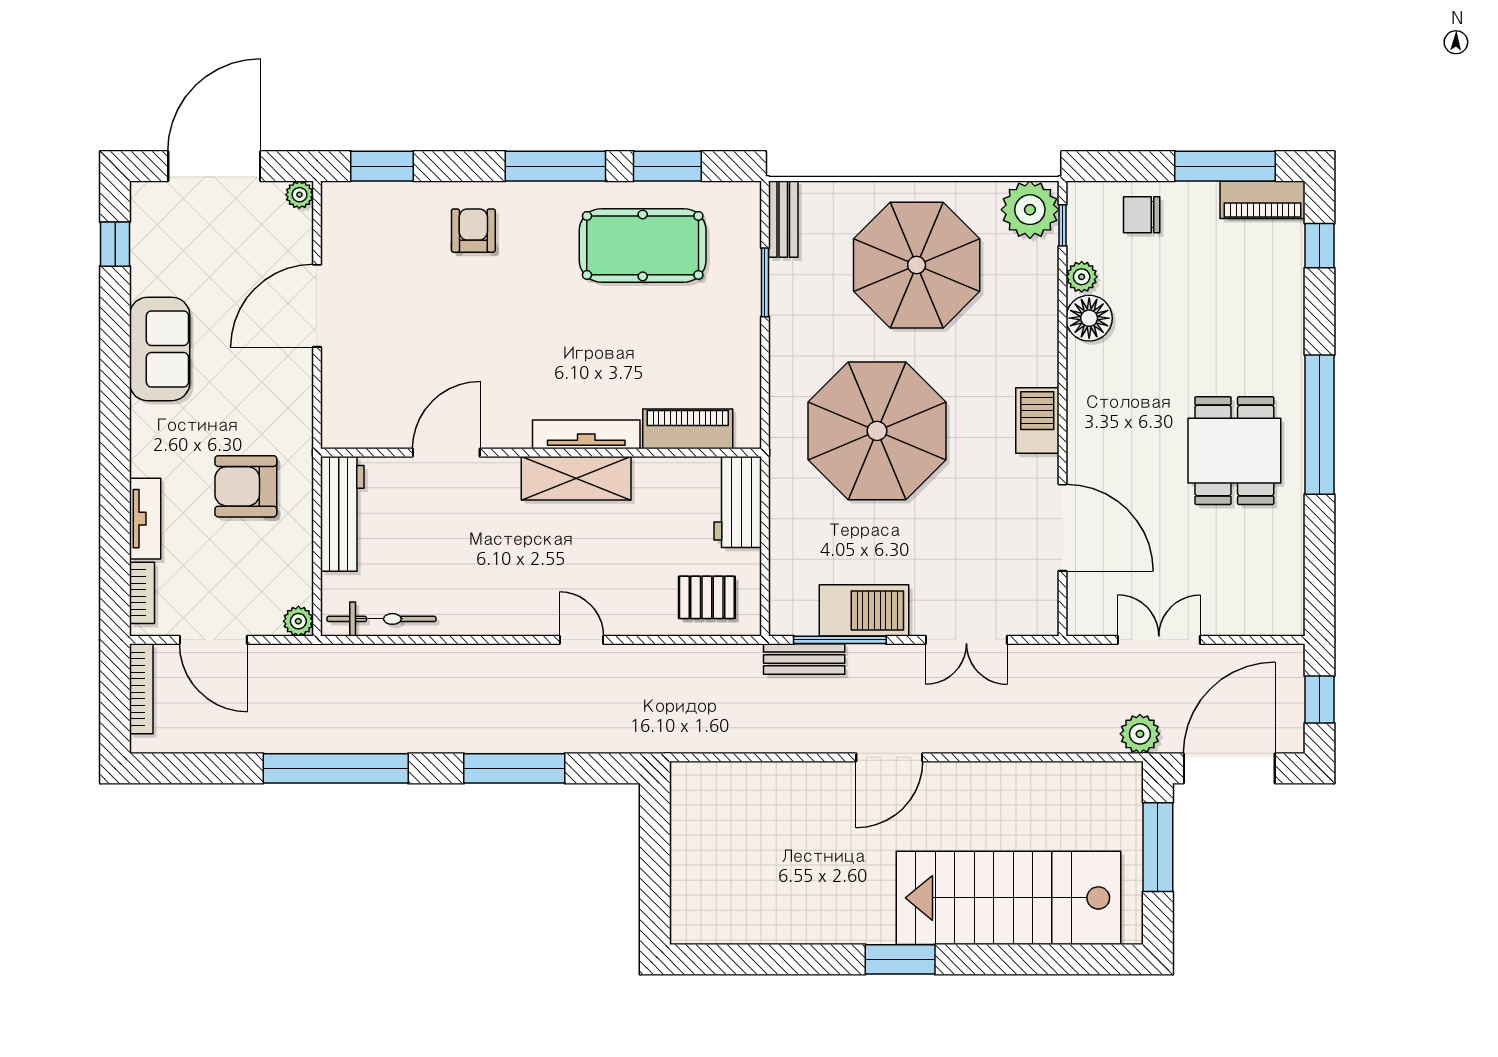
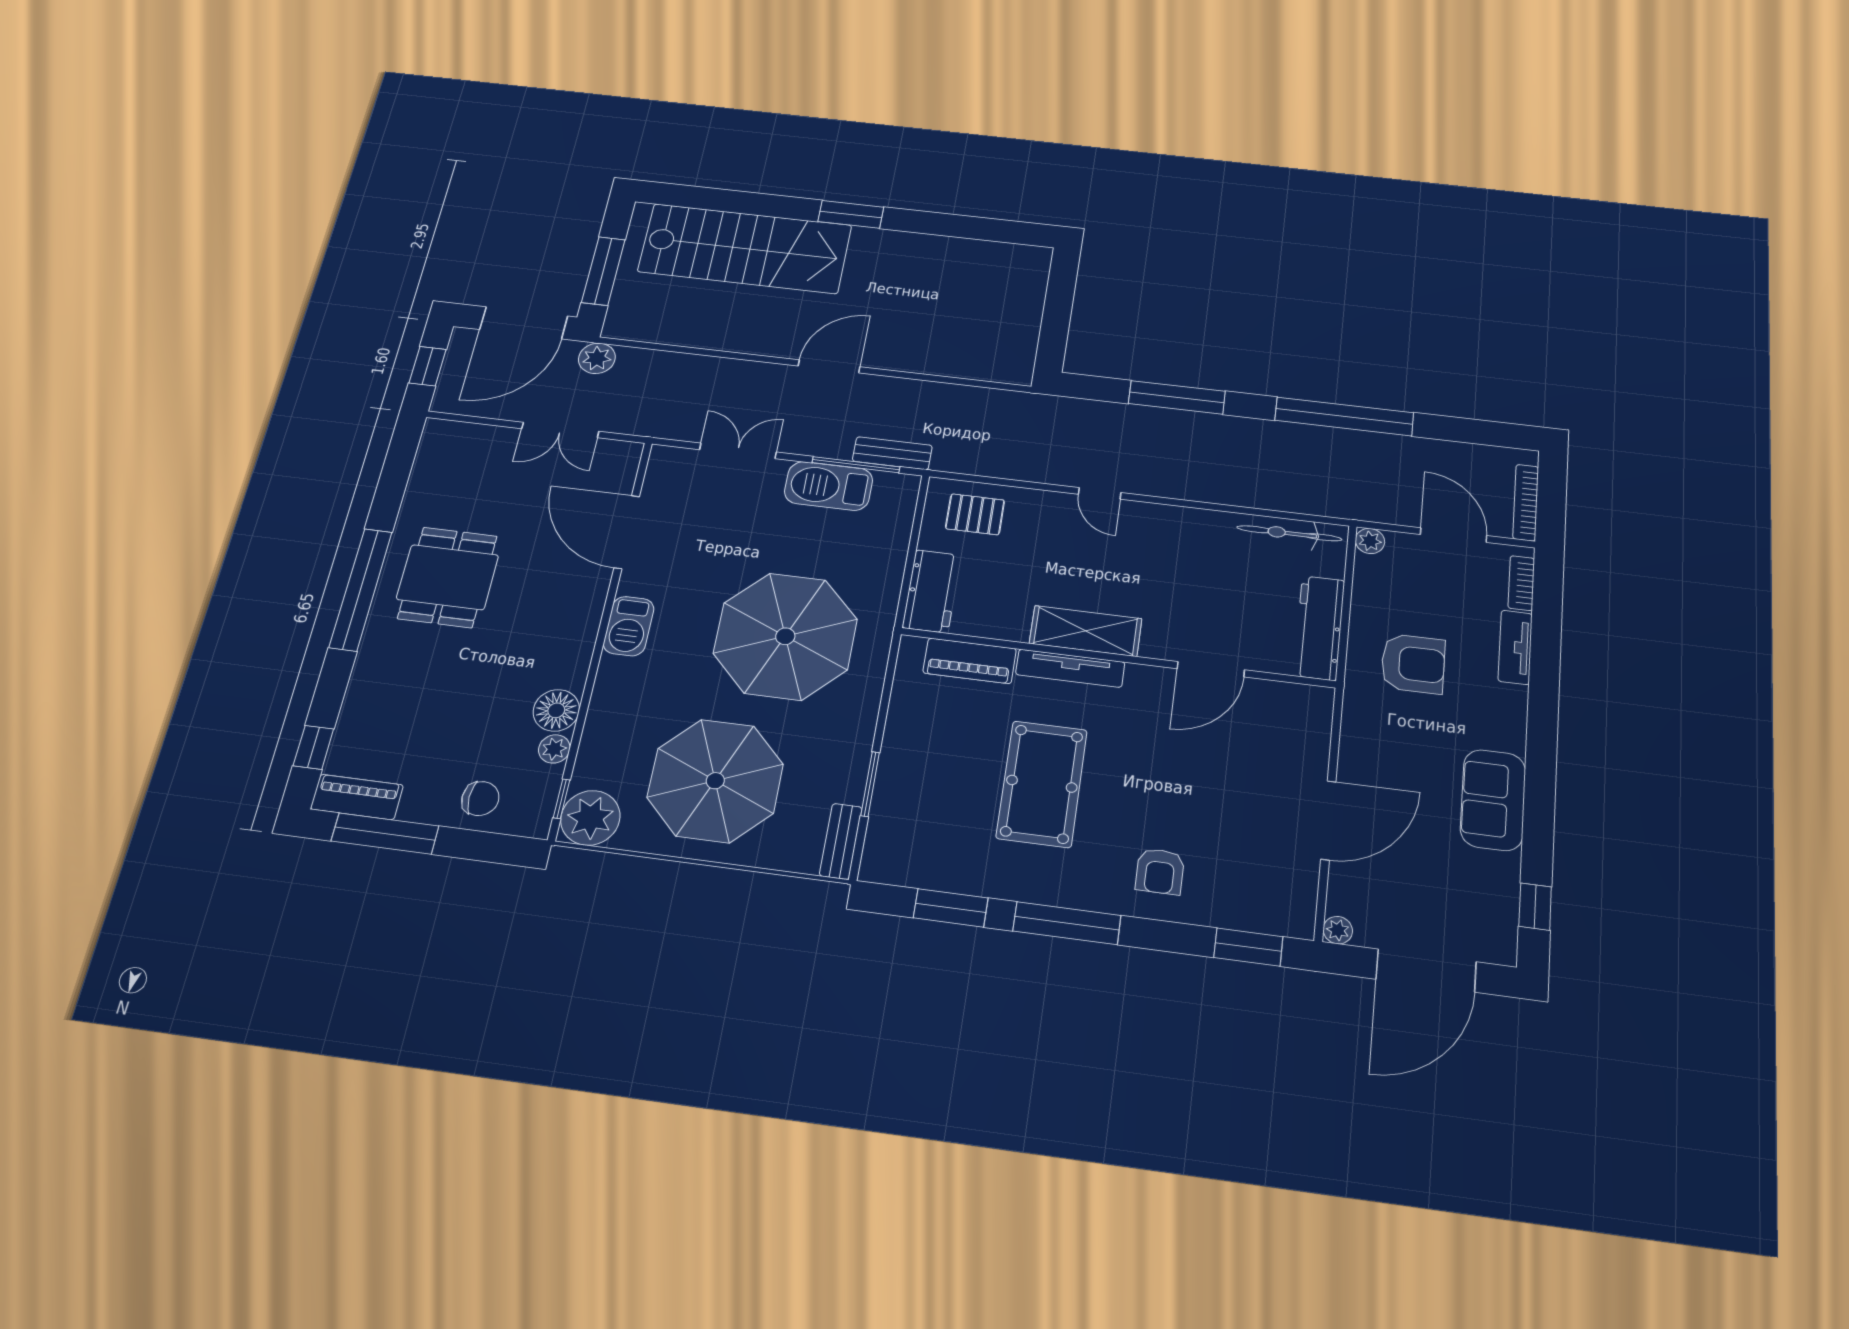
pool table: (643, 245) -> (1042, 784), moved, turned 90

